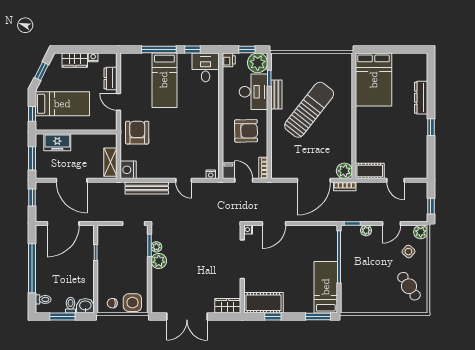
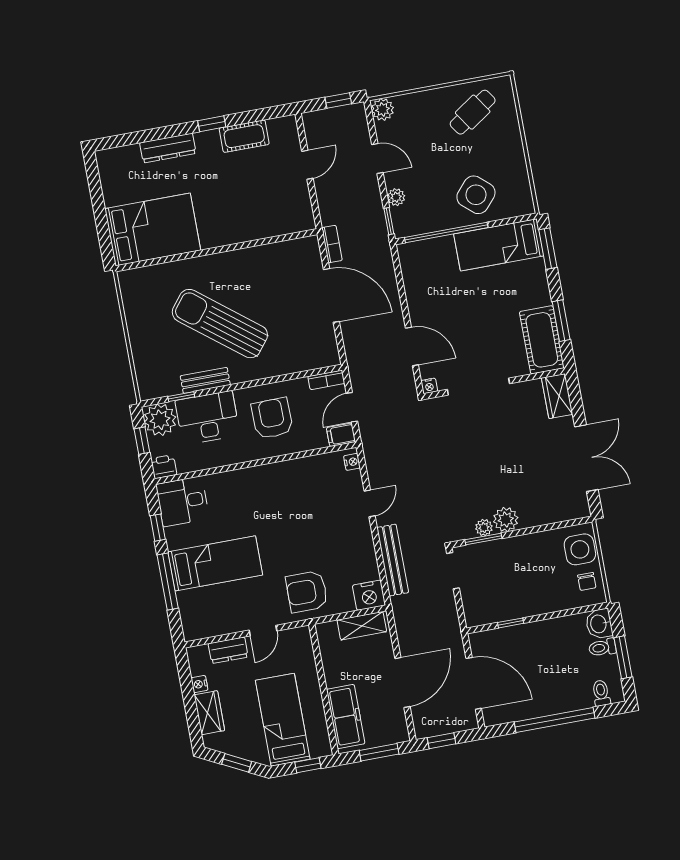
freezer: (57, 142) -> (346, 716), width x1.40
plant: (344, 171) -> (307, 249), removed
cot: (370, 171) -> (244, 136), moved, turned 90
side table: (408, 252) -> (476, 195), moved, width x1.87, depth x1.87
window: (273, 317) -> (561, 321), width x1.50

